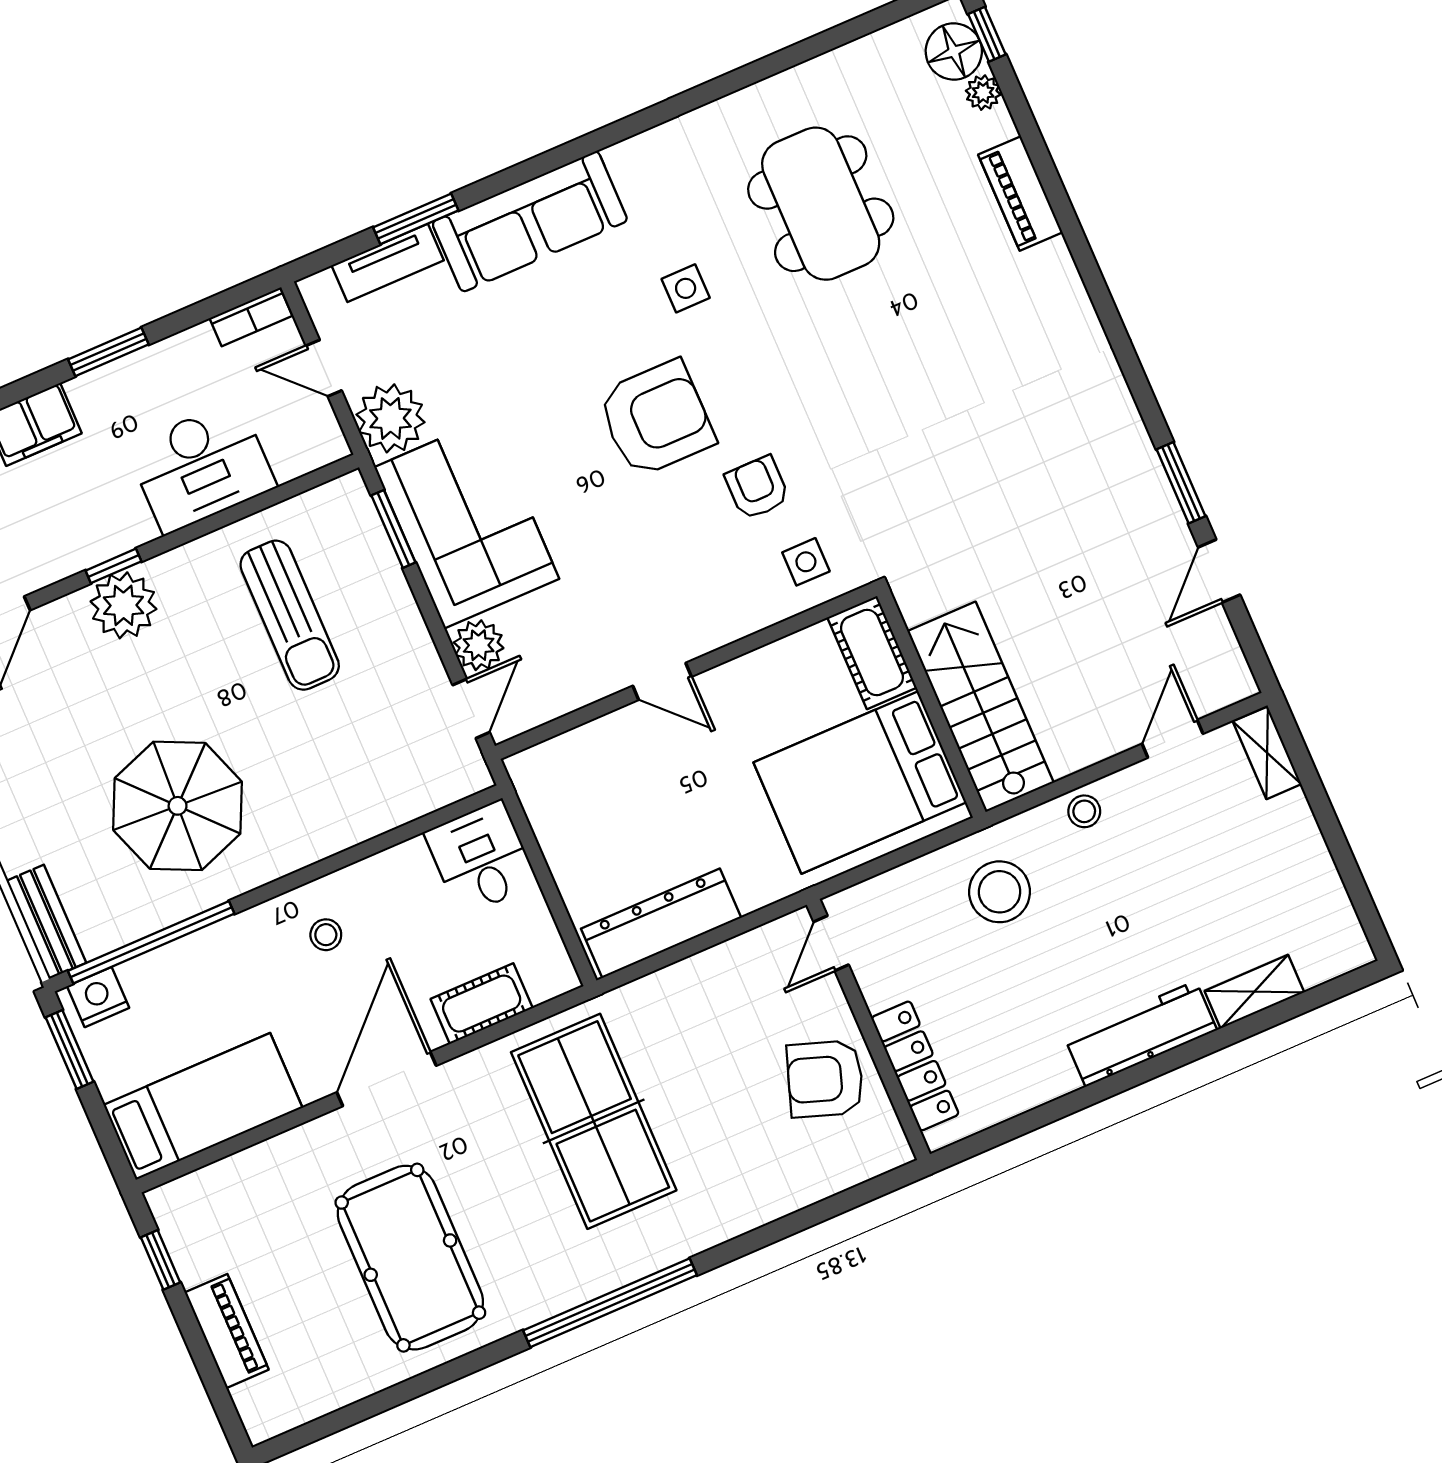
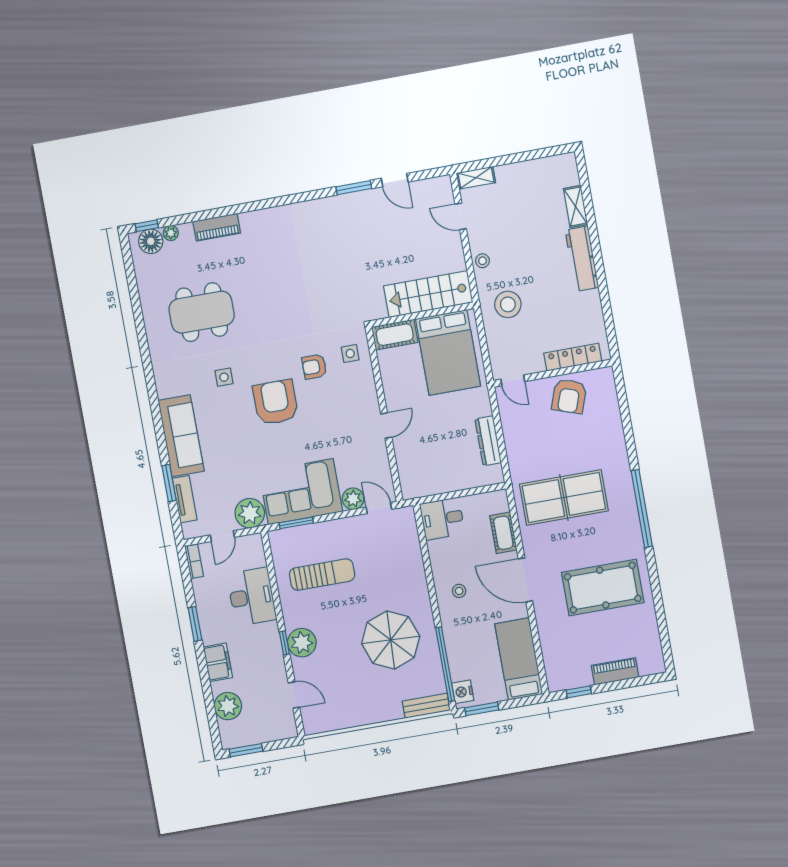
dresser: (661, 923) -> (488, 441), width x0.73, depth x0.80

